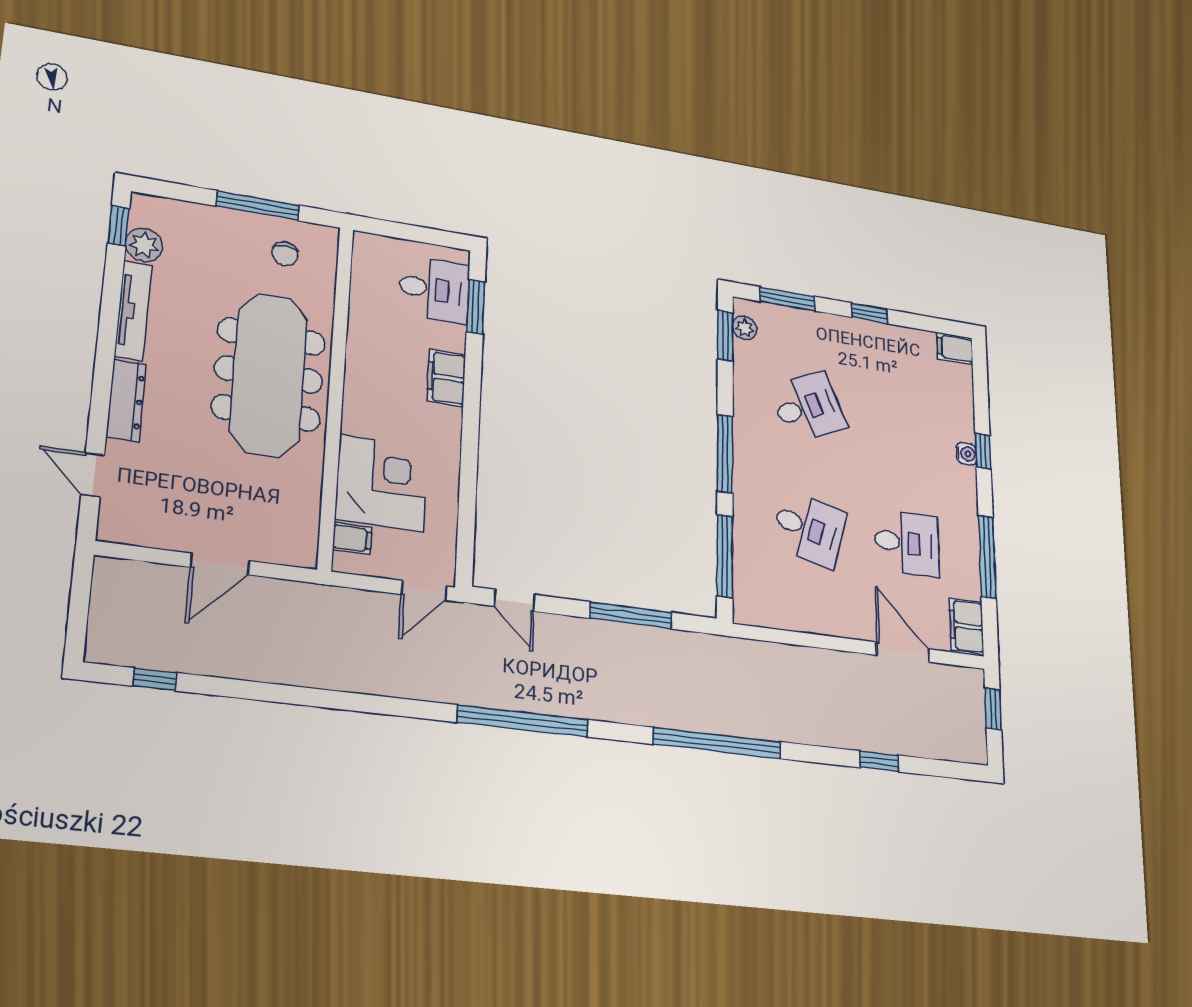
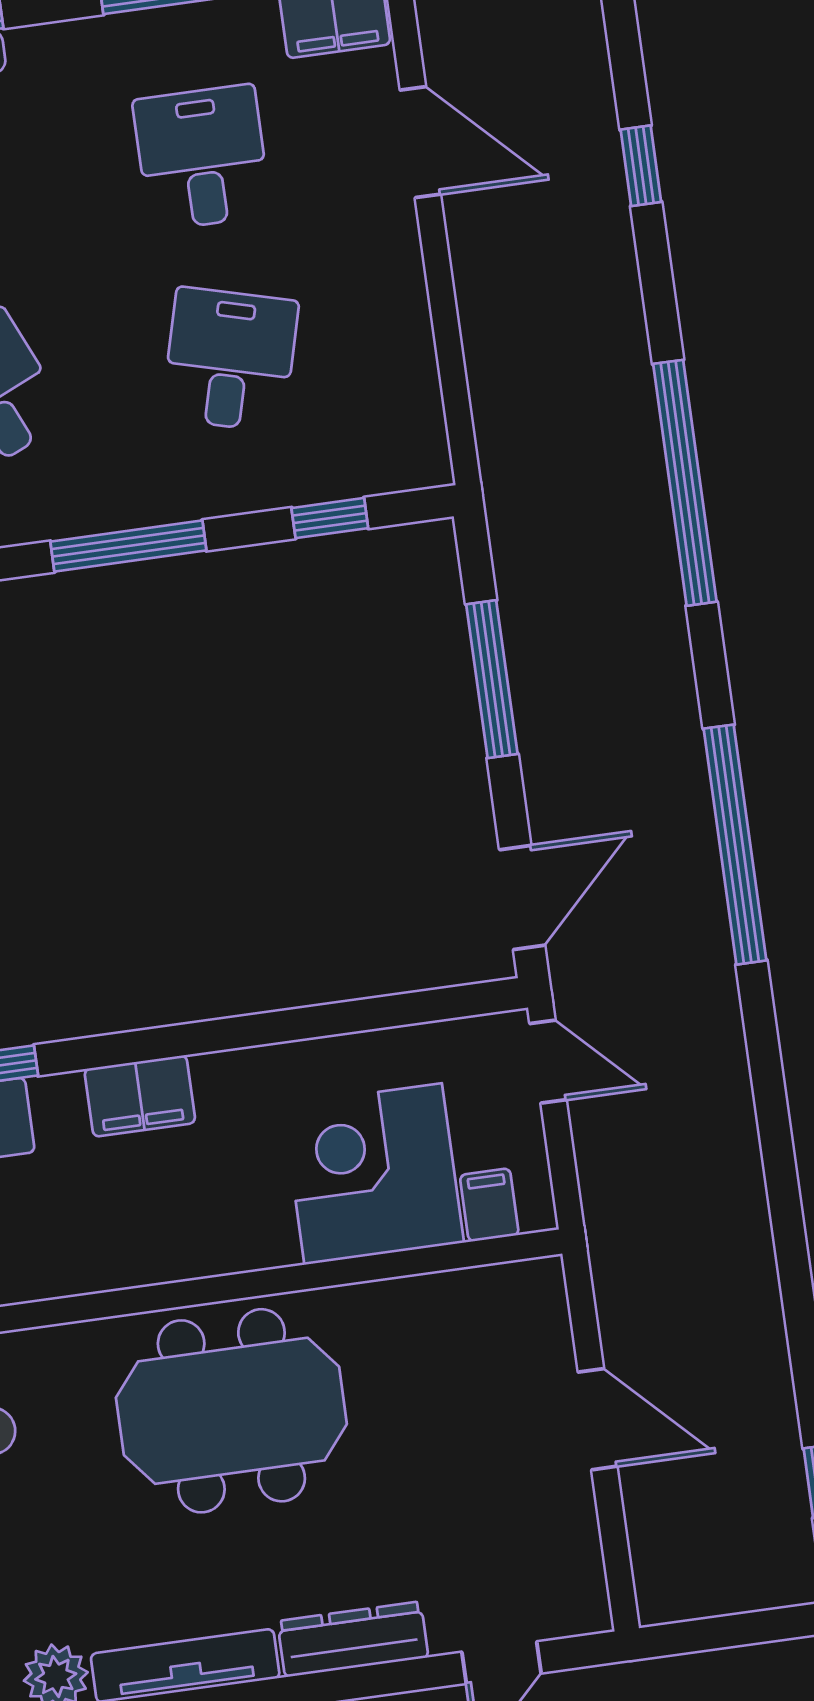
meeting table: (269, 375) -> (231, 1411), width x0.73
window: (725, 556) -> (330, 518), width x0.46
door: (514, 600) -> (522, 897), width x1.38
door: (903, 652) -> (420, 142), swing flipped

